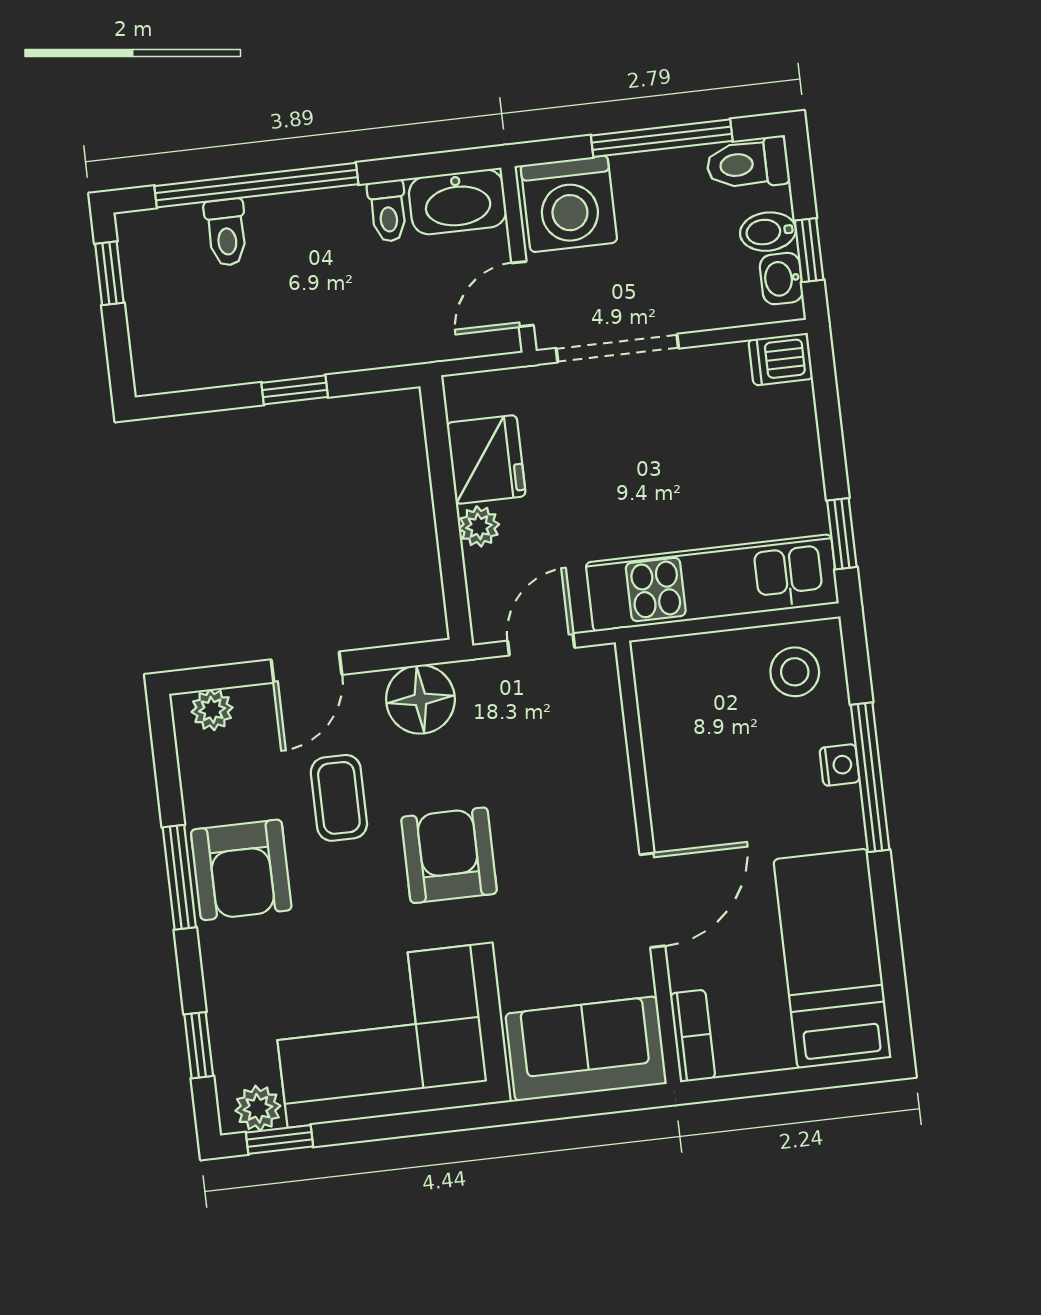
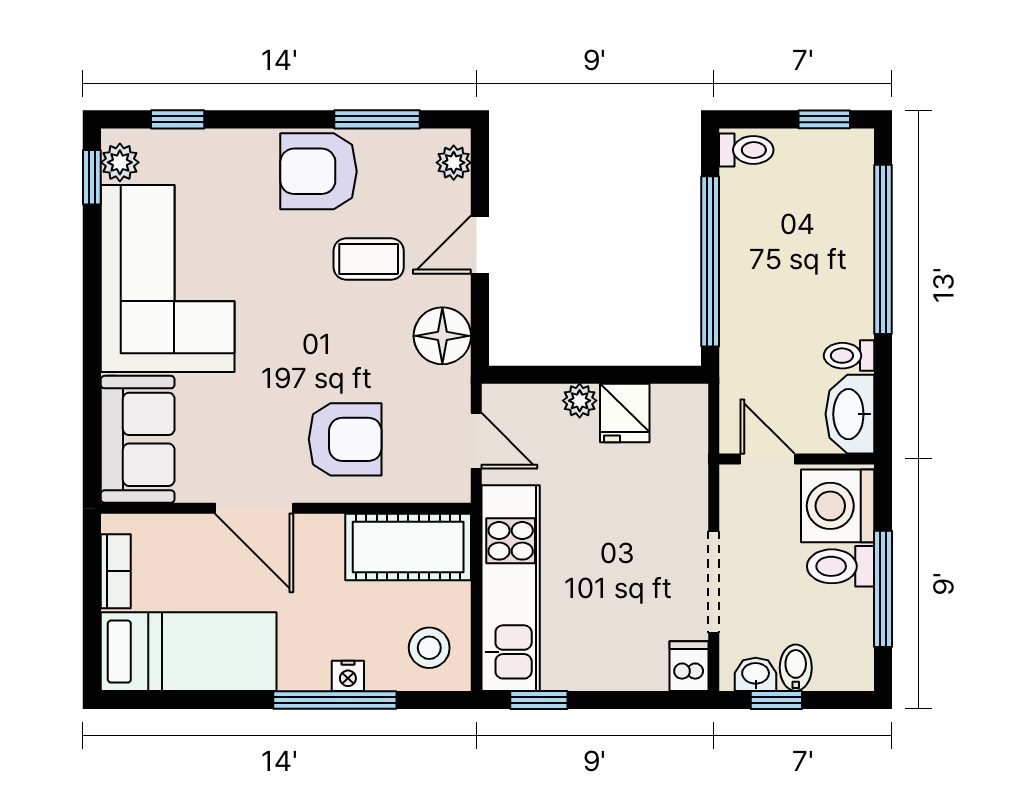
toilet: (748, 164) -> (841, 566), moved, turned -90
toilet: (226, 232) -> (746, 150), moved, turned 180
doorway: (617, 348) -> (714, 582), moved
window: (295, 390) -> (710, 261), width x3.17
fridge: (486, 459) -> (625, 413), width x0.72
door: (307, 667) -> (480, 245), hinge flipped
cot: (677, 711) -> (408, 547), added
armchair: (449, 855) -> (345, 439), moved
window: (179, 877) -> (377, 119), moved
bookcase: (693, 1036) -> (116, 571), moved, turned -90

